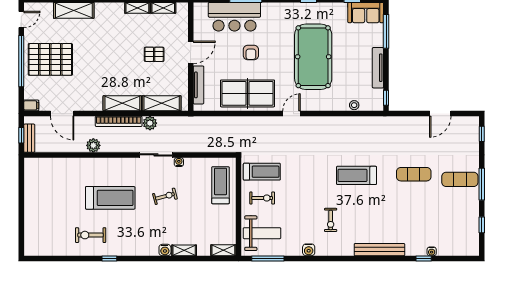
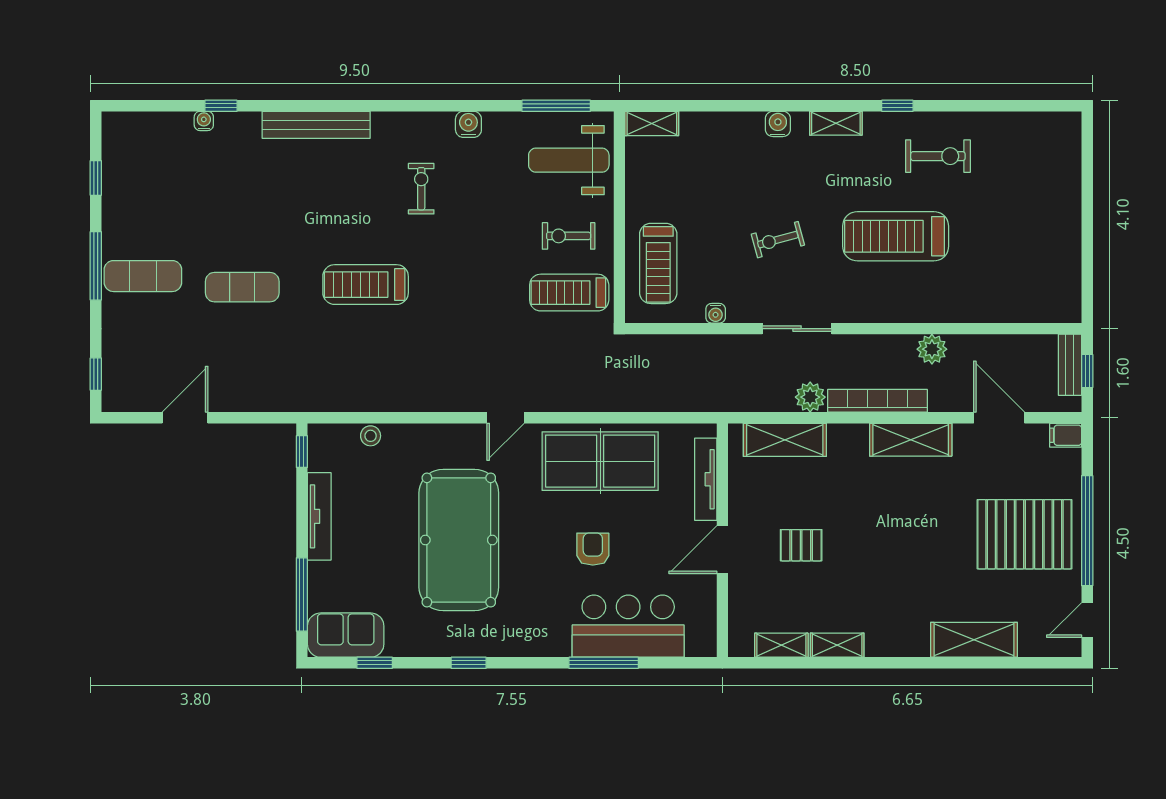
shelving: (122, 103) -> (911, 440), moved
water cooler: (179, 162) -> (716, 313), moved
treadmill: (356, 175) -> (366, 285), turned 180
shelving: (184, 250) -> (836, 123), moved

